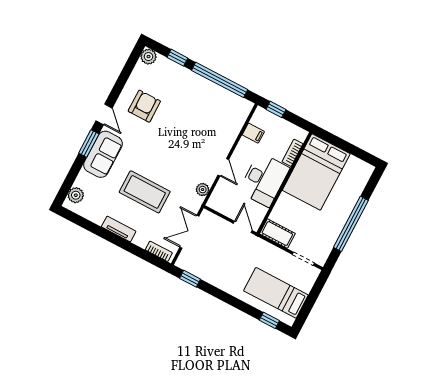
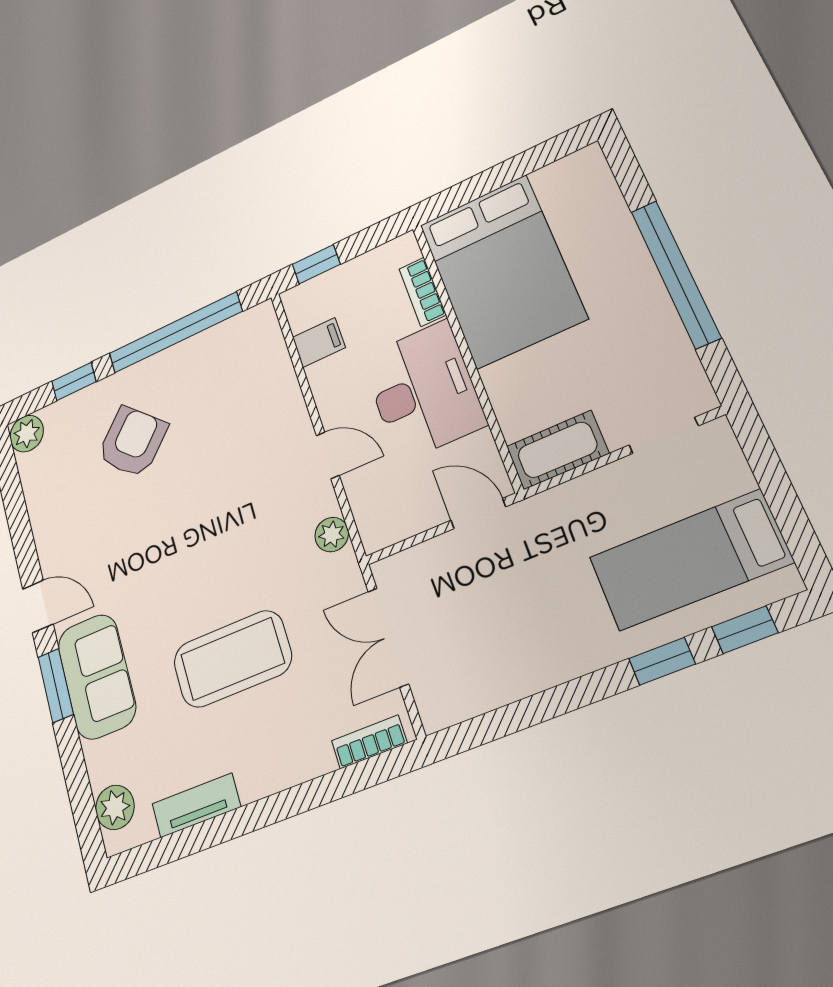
armchair: (144, 106) -> (132, 442), moved, turned 44
tv unit: (119, 229) -> (196, 805), moved
window: (190, 279) -> (662, 661), moved

